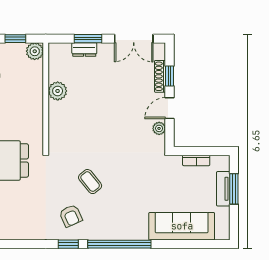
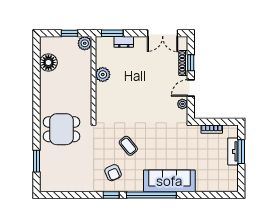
window: (88, 39) -> (112, 33), moved
sofa: (182, 226) -> (169, 181), moved

